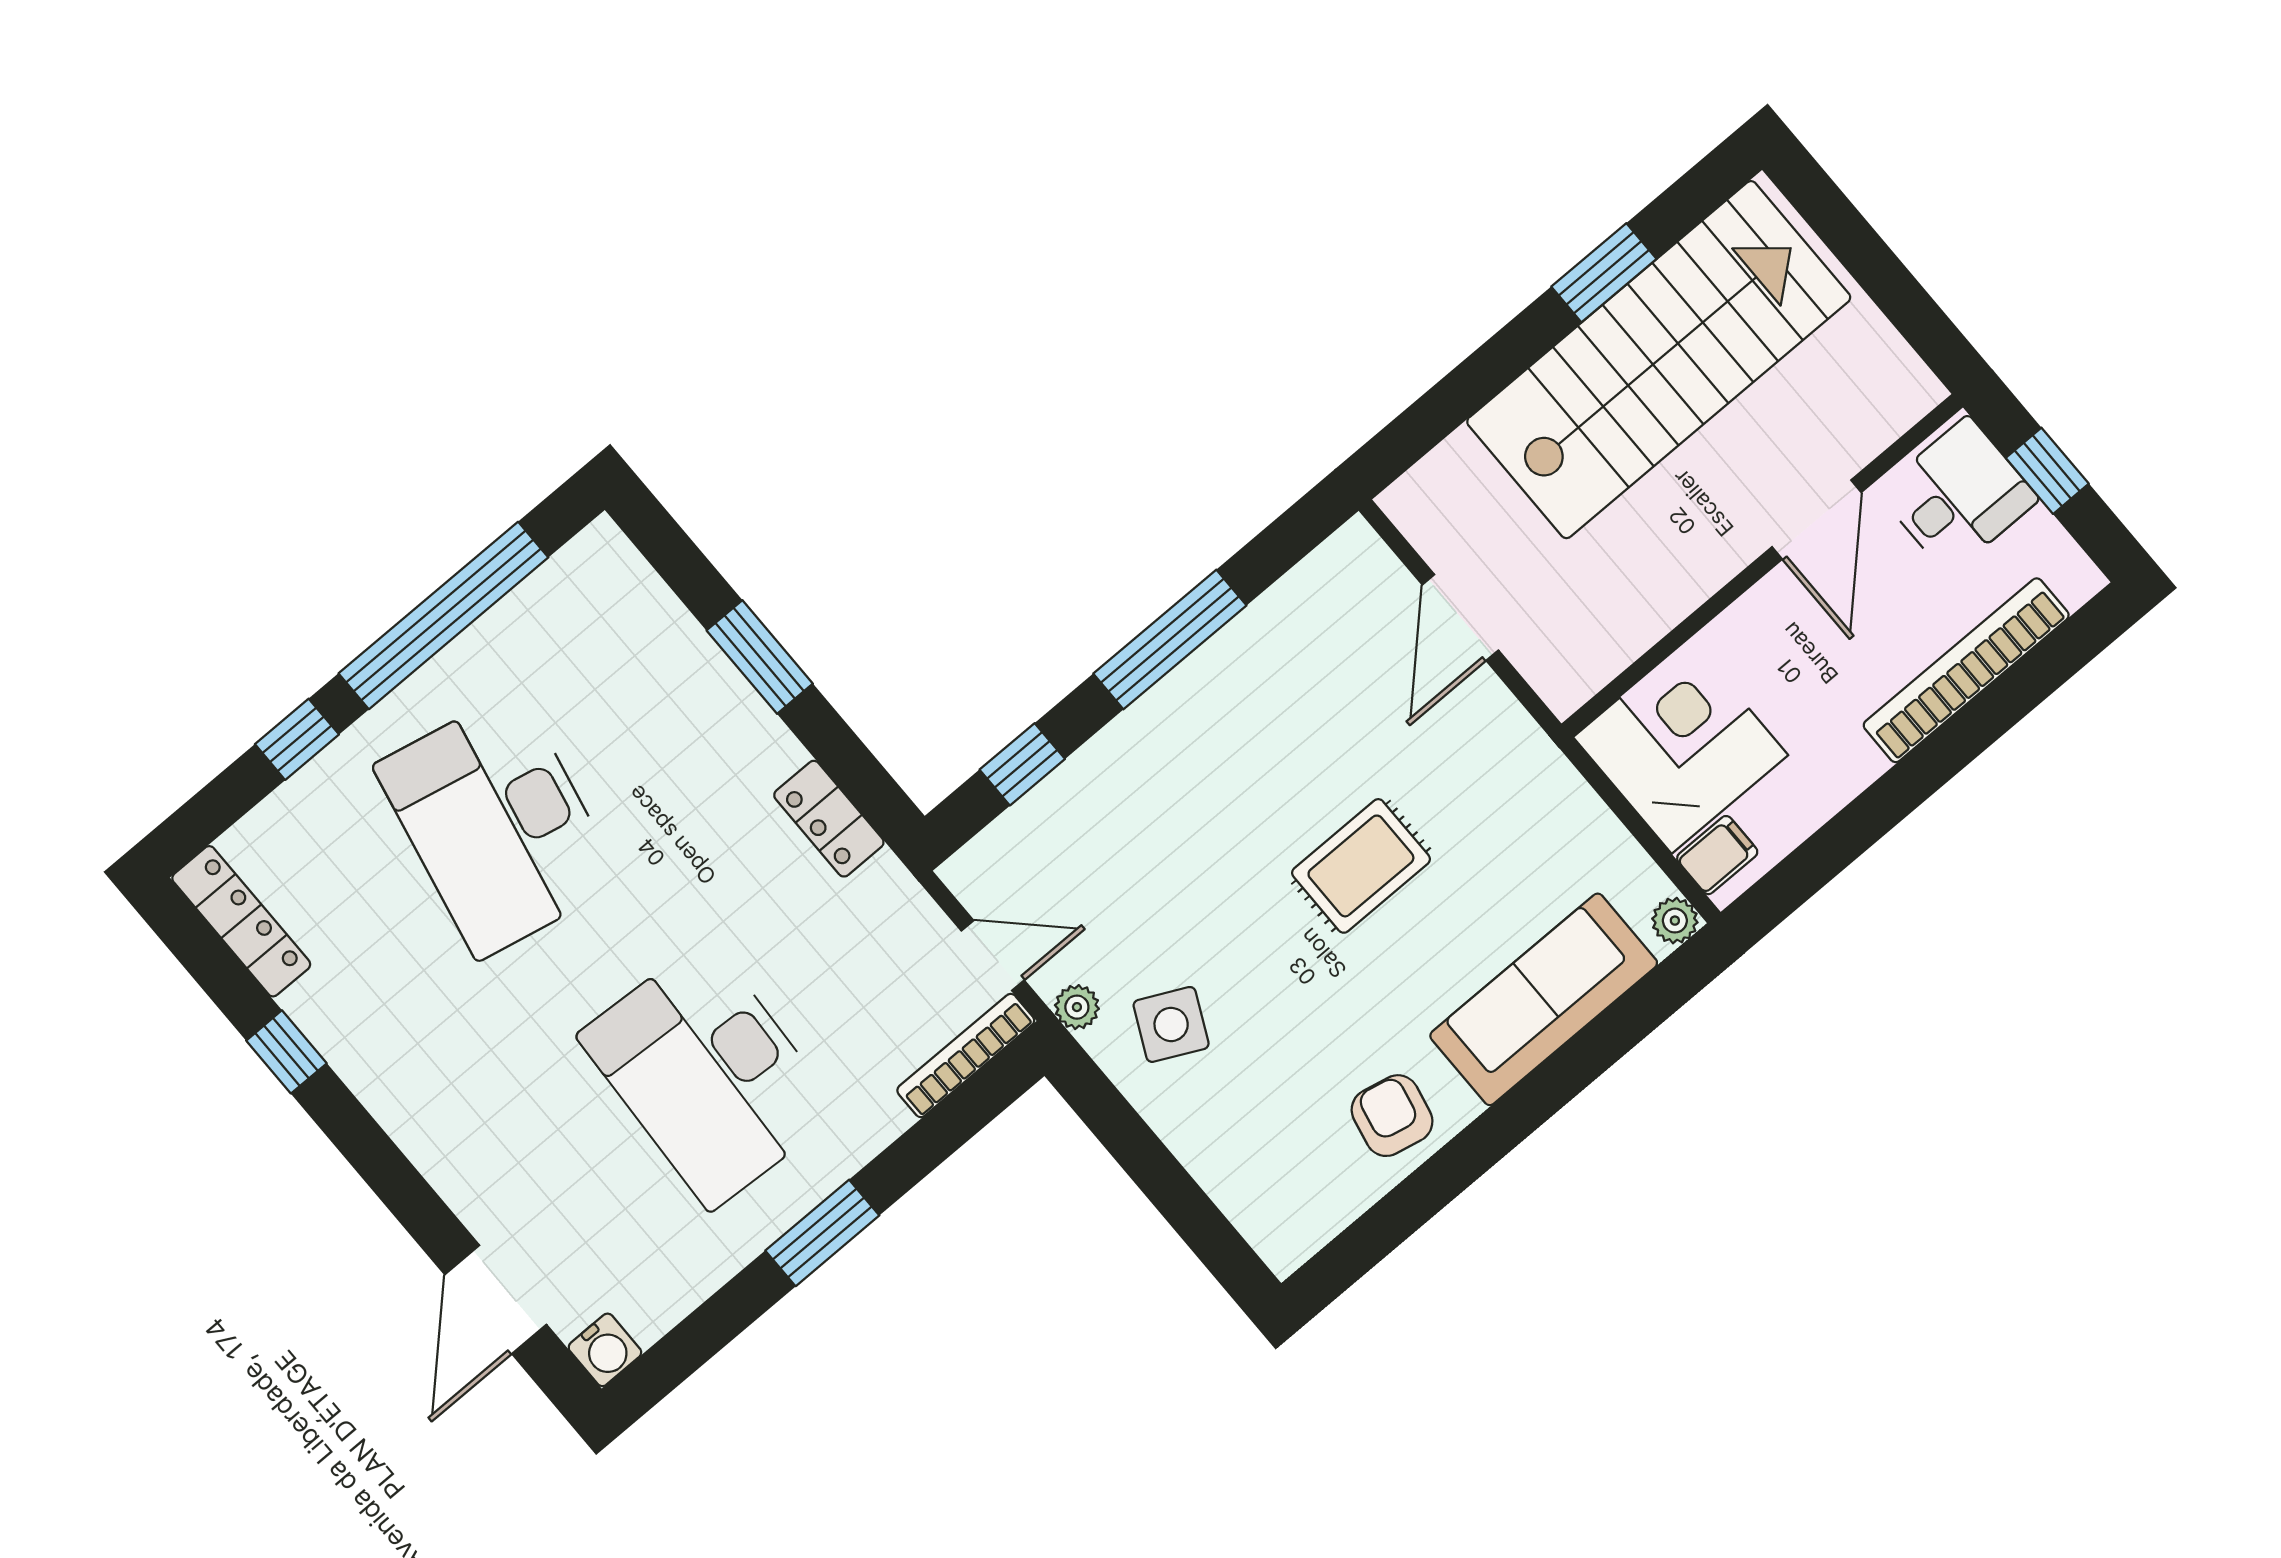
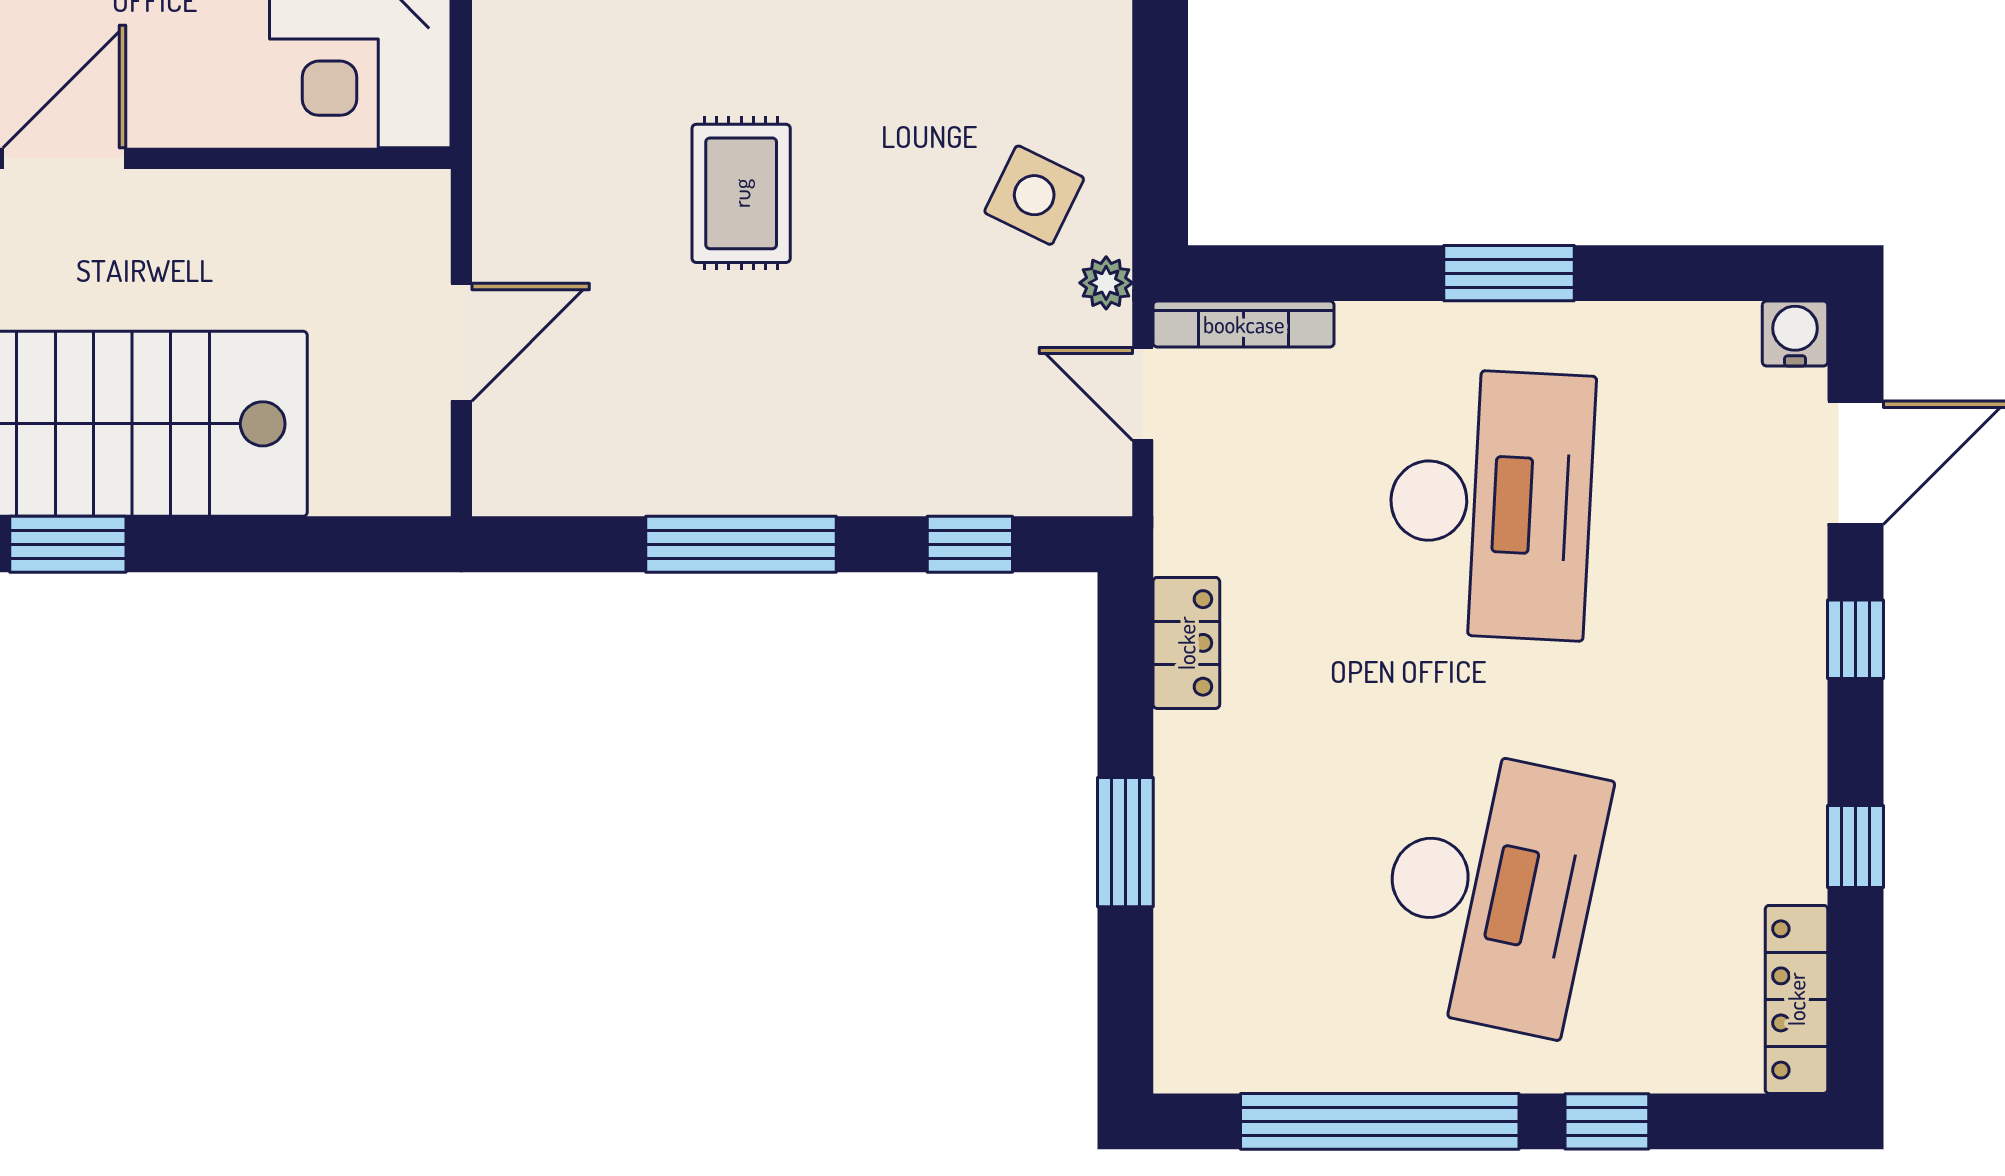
rug: (1361, 866) -> (741, 193), turned 90
window: (399, 1186) -> (1855, 639), added

